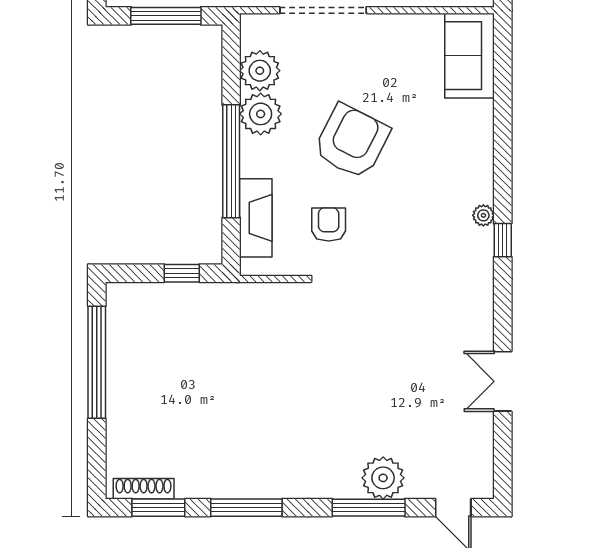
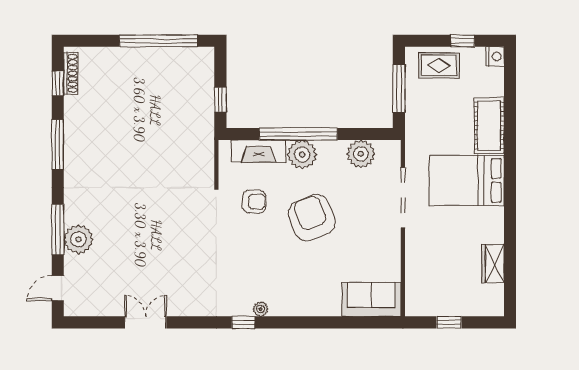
plant: (261, 114) -> (302, 154), moved
armchair: (352, 141) -> (312, 218), turned -139
window: (158, 508) -> (58, 84), width x0.67

